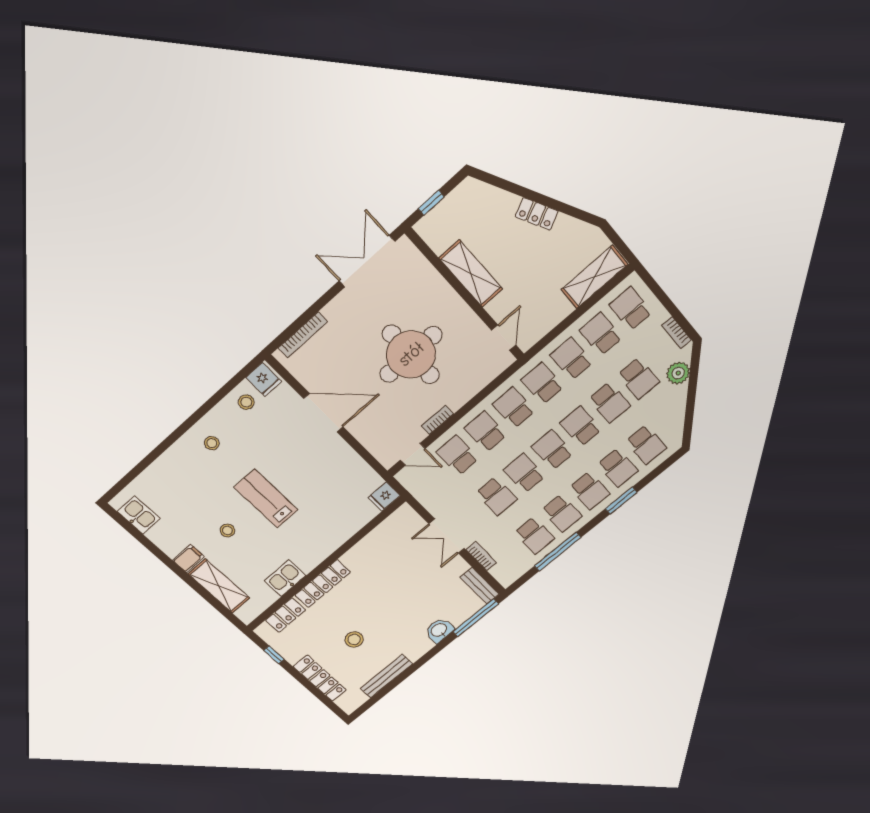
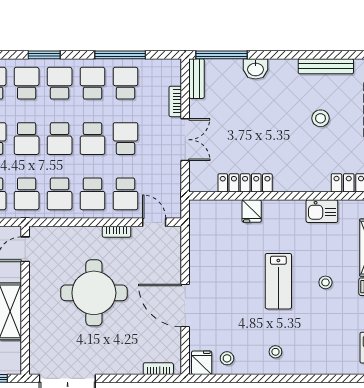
bookcase: (303, 335) -> (158, 369), width x0.64
fridge: (384, 497) -> (252, 211), moved, turned 90
locker: (323, 584) -> (245, 183), moved

